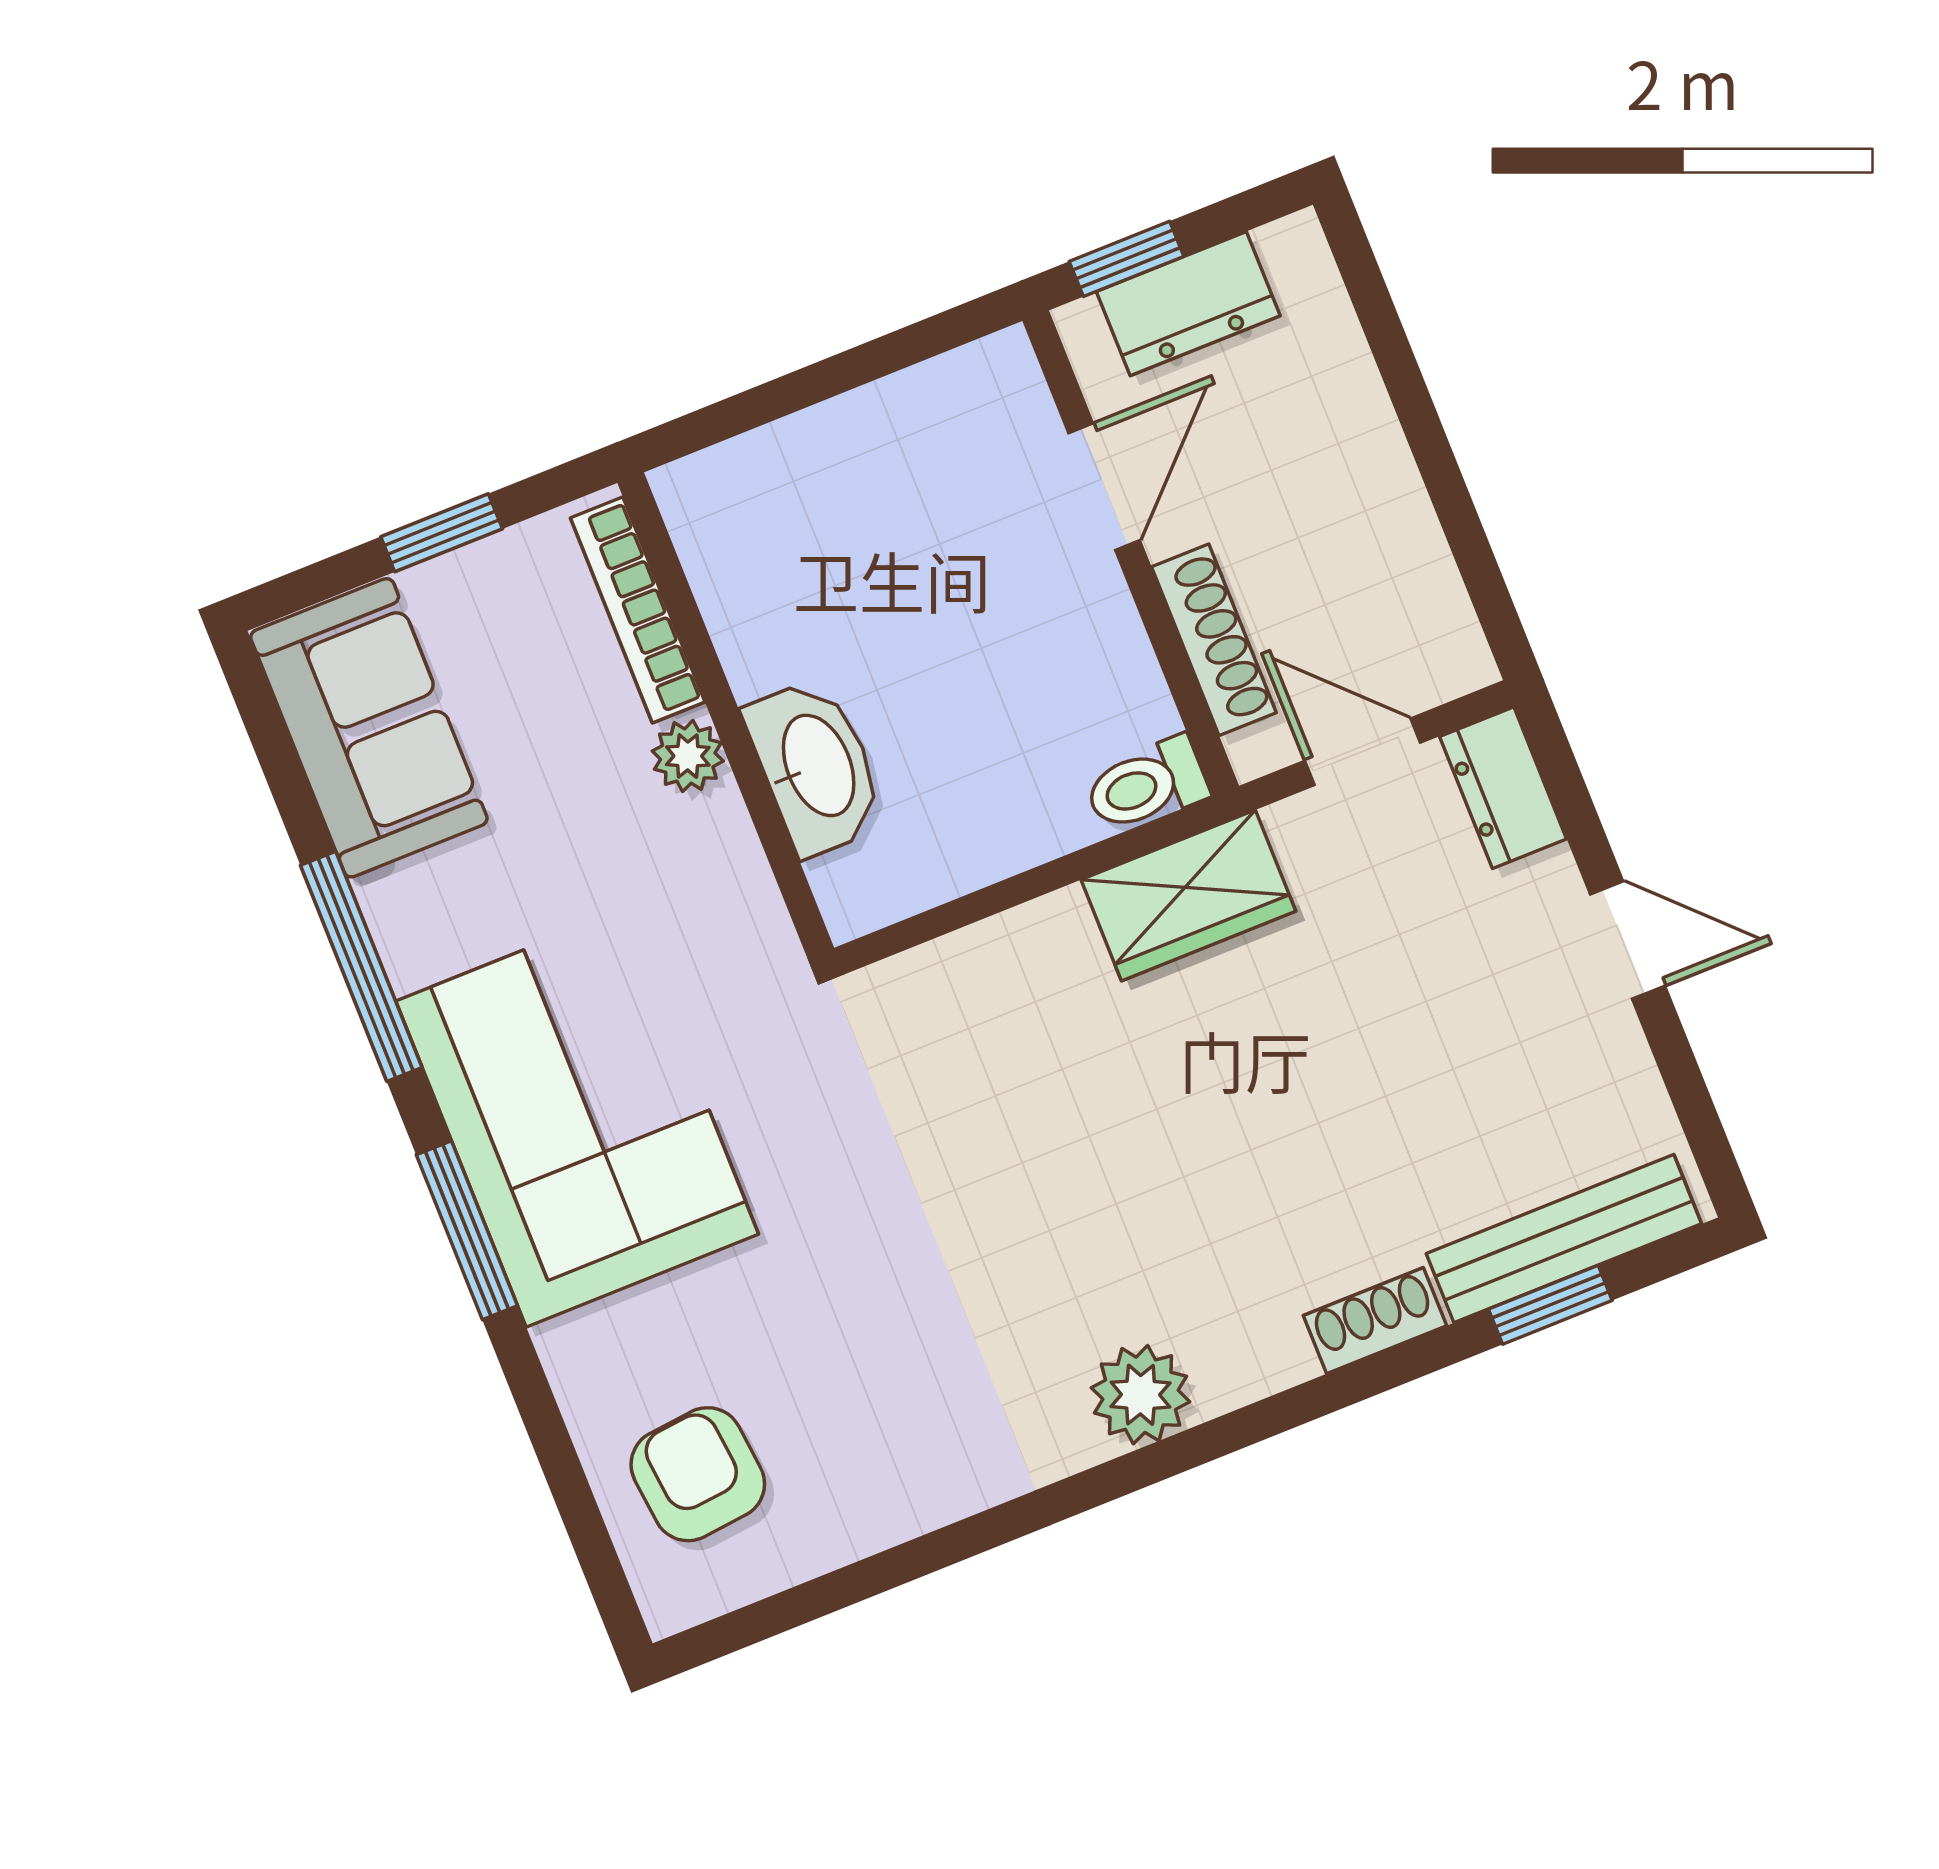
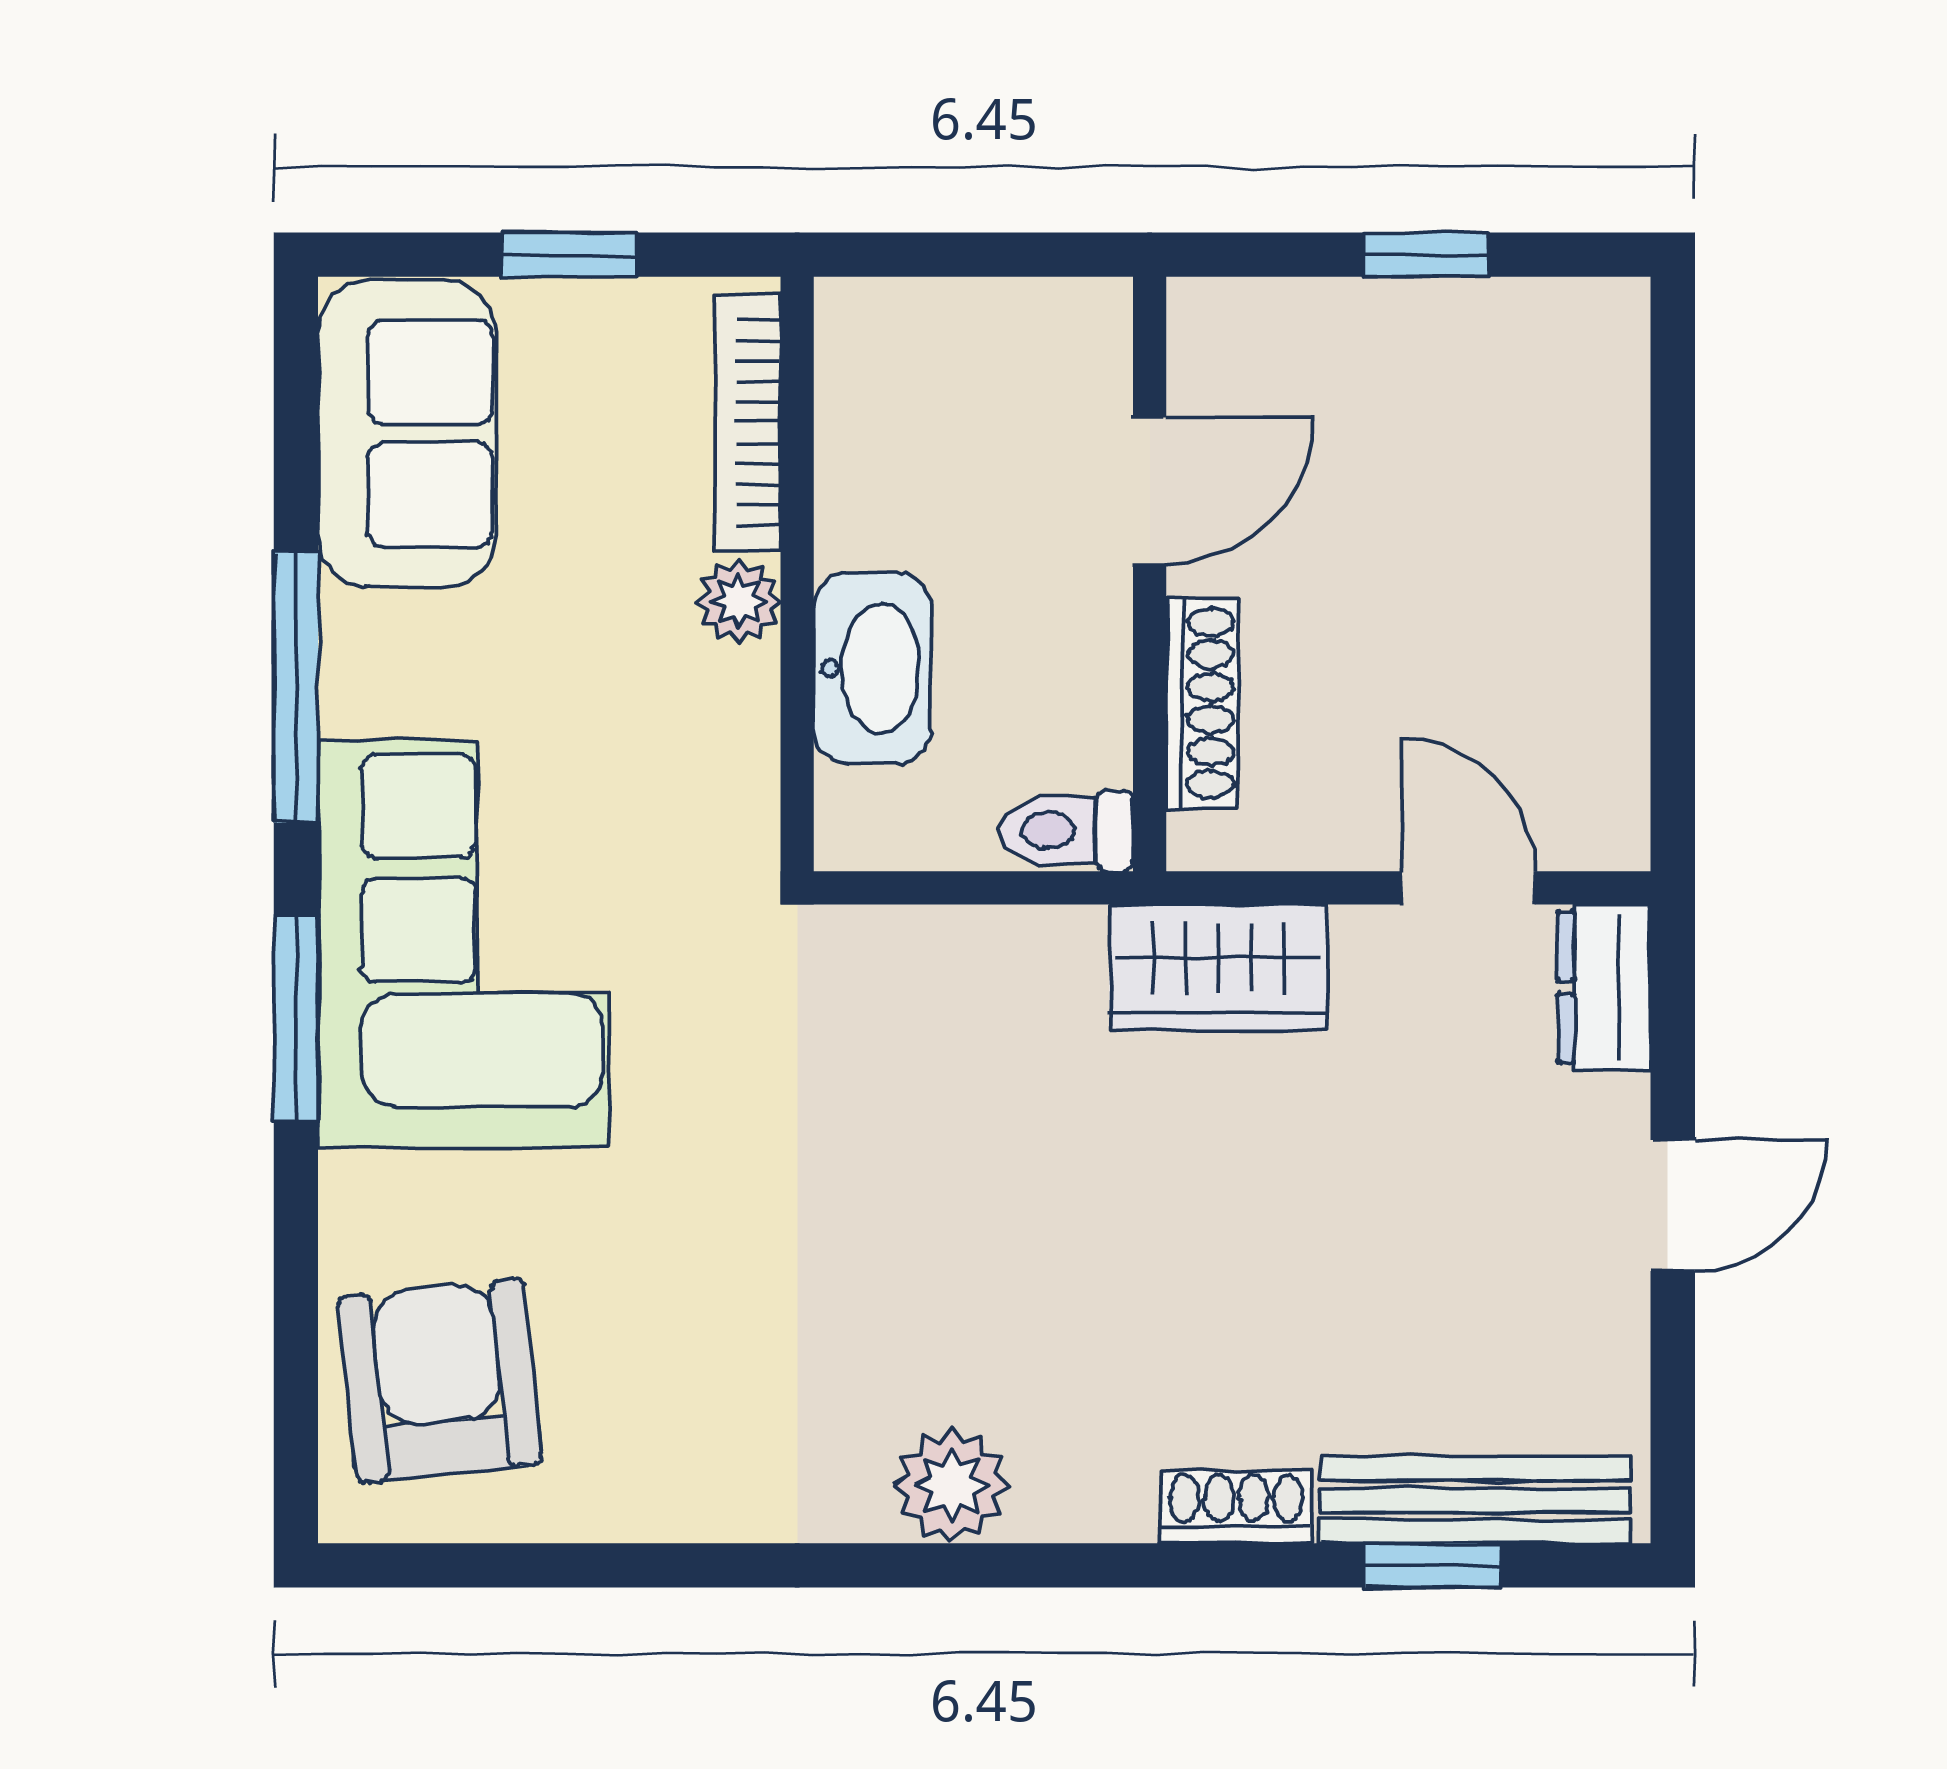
dresser: (1188, 304) -> (1474, 329), removed
door: (1104, 487) -> (1150, 491), moved
wall: (1131, 553) -> (1150, 574), moved
shoe rack: (1214, 640) -> (1202, 703), moved
toilet: (1146, 785) -> (1067, 831), moved
door: (1628, 940) -> (1673, 1205), hinge flipped
armchair: (698, 1474) -> (440, 1380), width x1.38, depth x1.38

